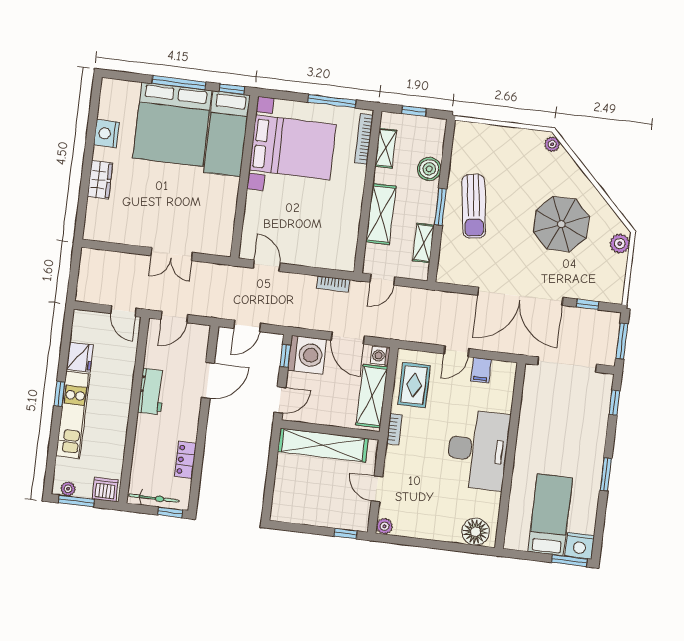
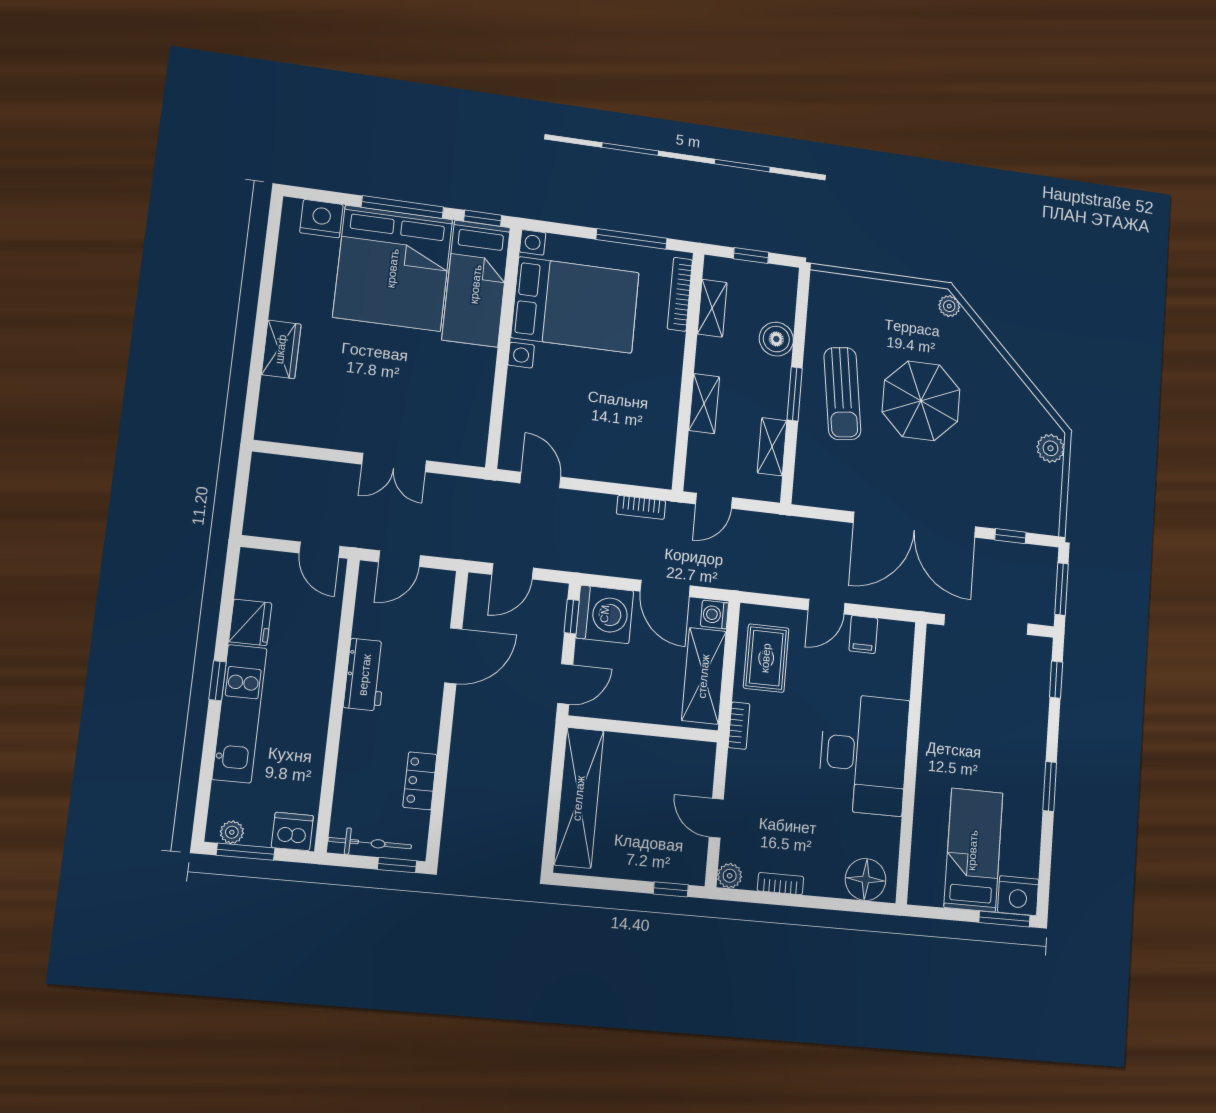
nightstand: (106, 134) -> (321, 219), moved, turned 90
shelving: (381, 214) -> (704, 404), width x0.67, depth x0.75
parasol: (561, 224) -> (921, 401), moved
shelving: (323, 445) -> (579, 798), moved, turned 90
bookcase: (418, 532) -> (780, 884), added

